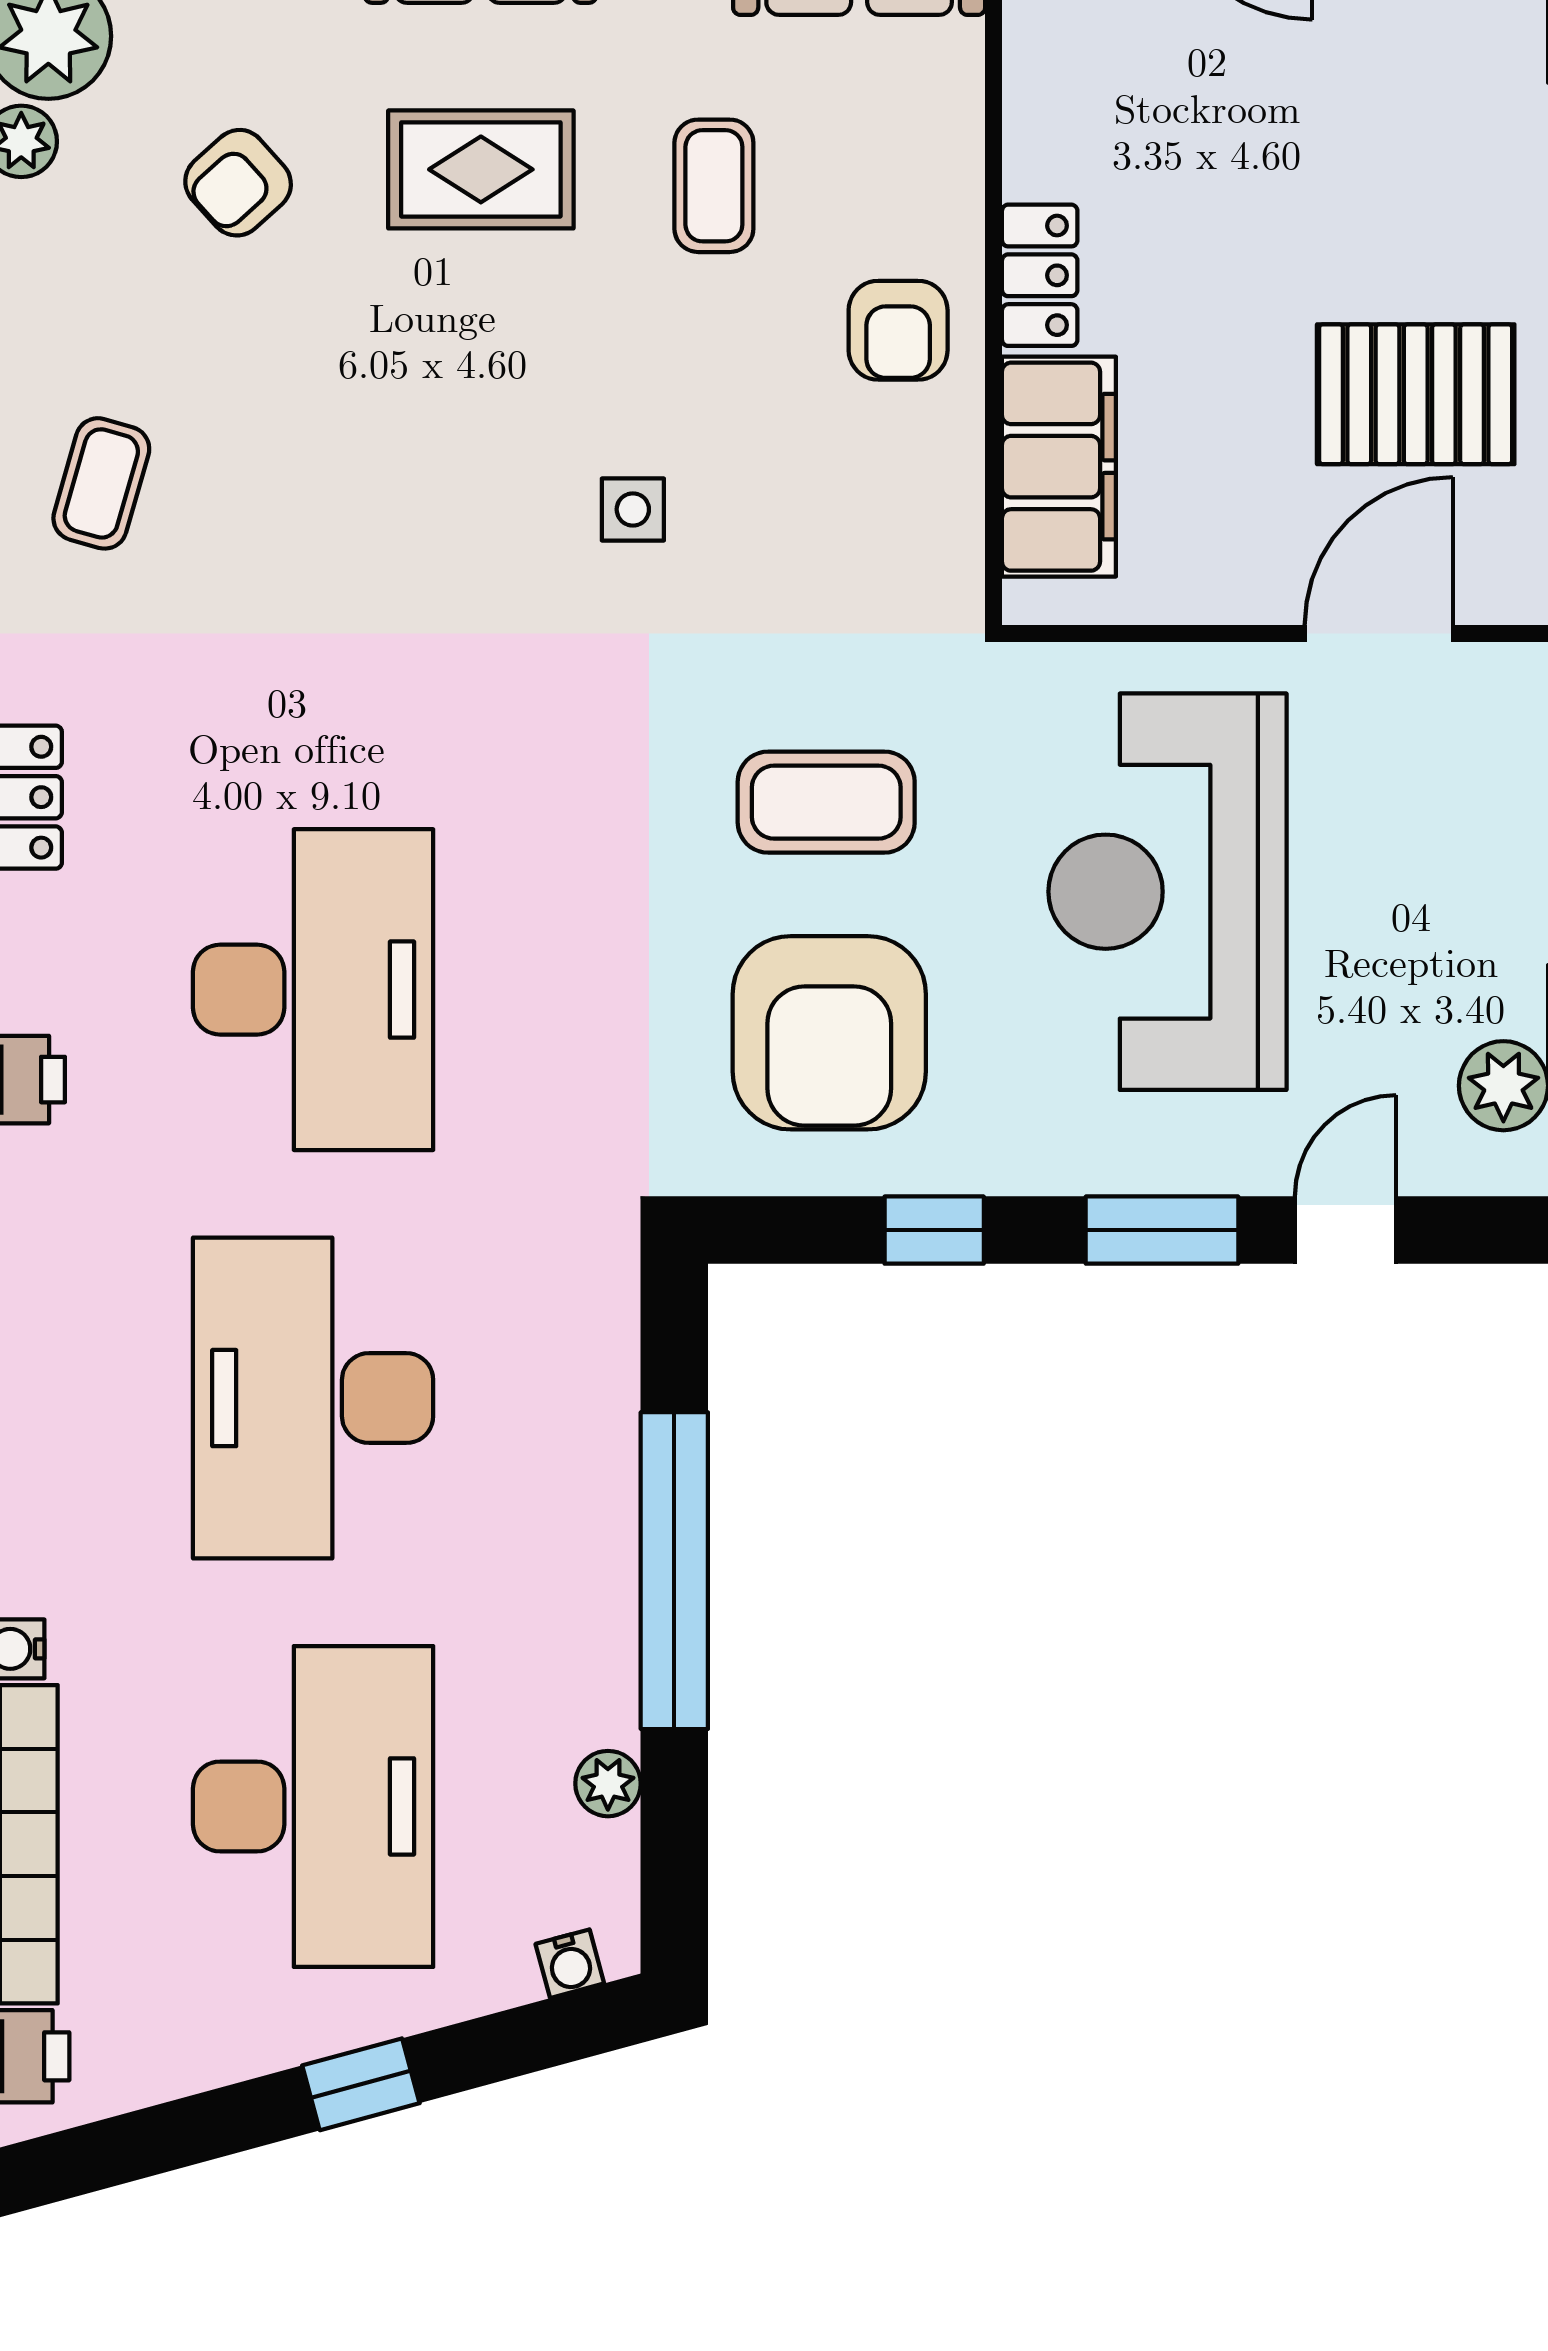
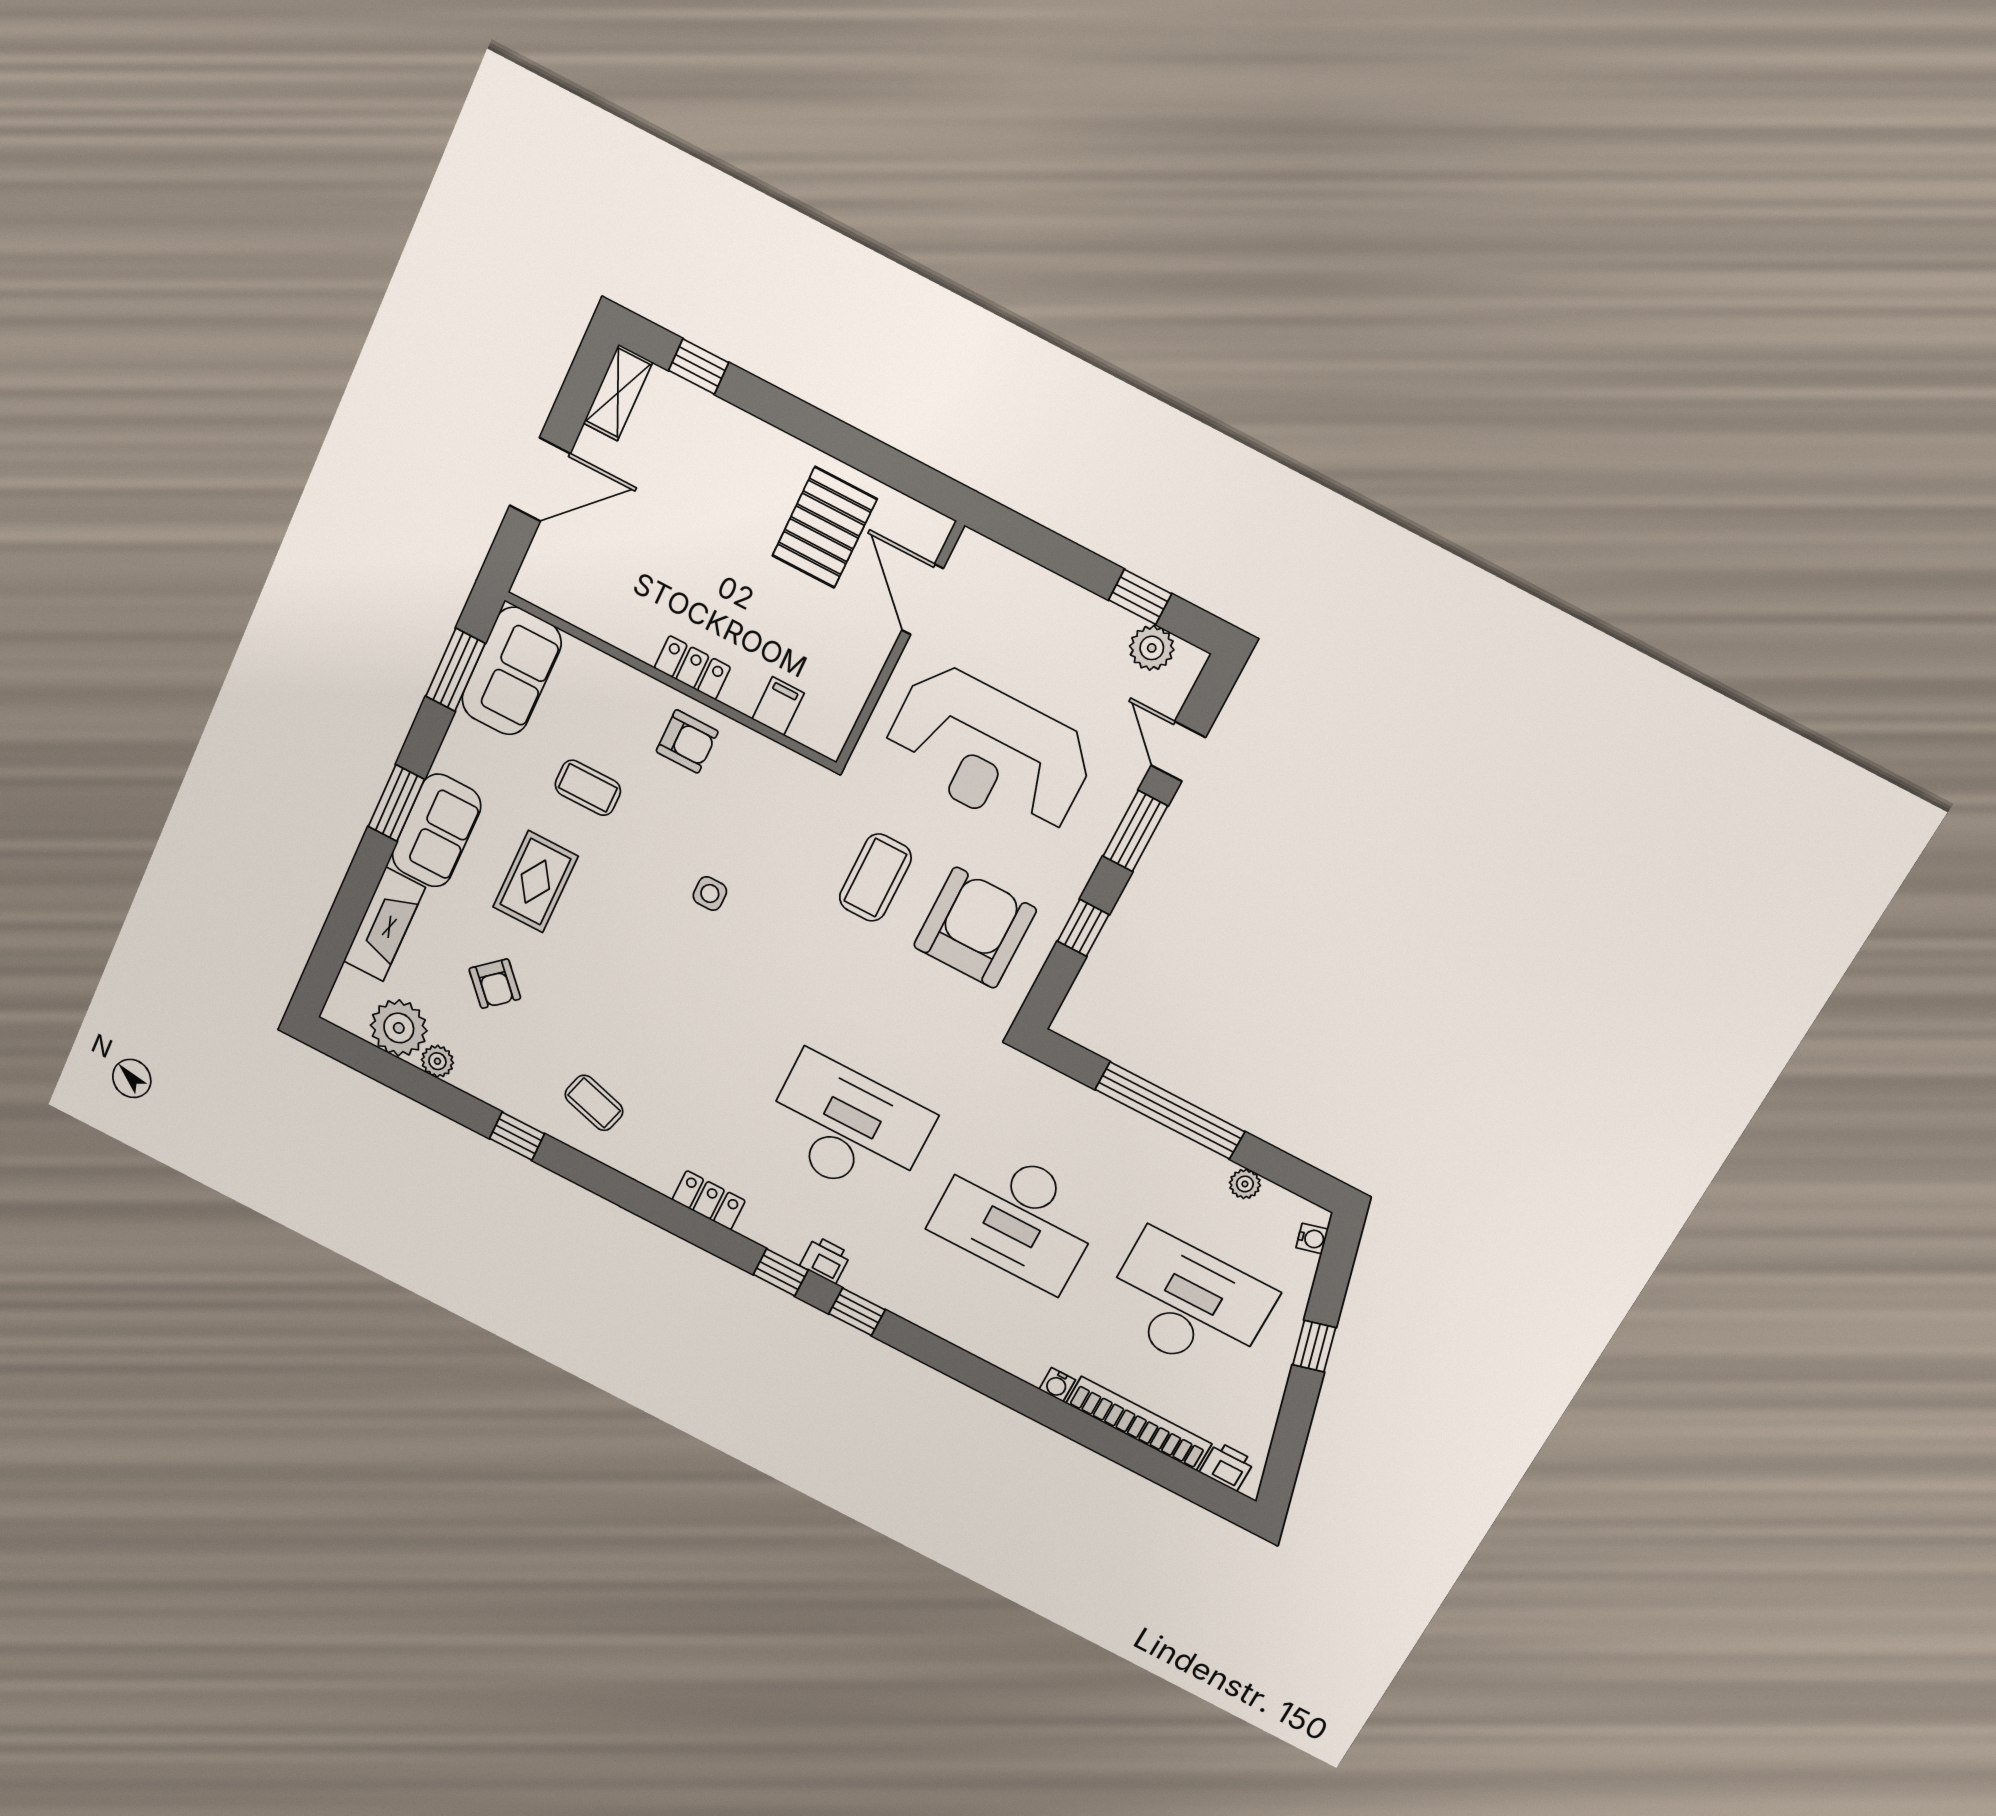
filing cabinet: (1059, 467) -> (778, 706), width x0.33, depth x0.86
armchair: (829, 1033) -> (975, 928), turned -90

